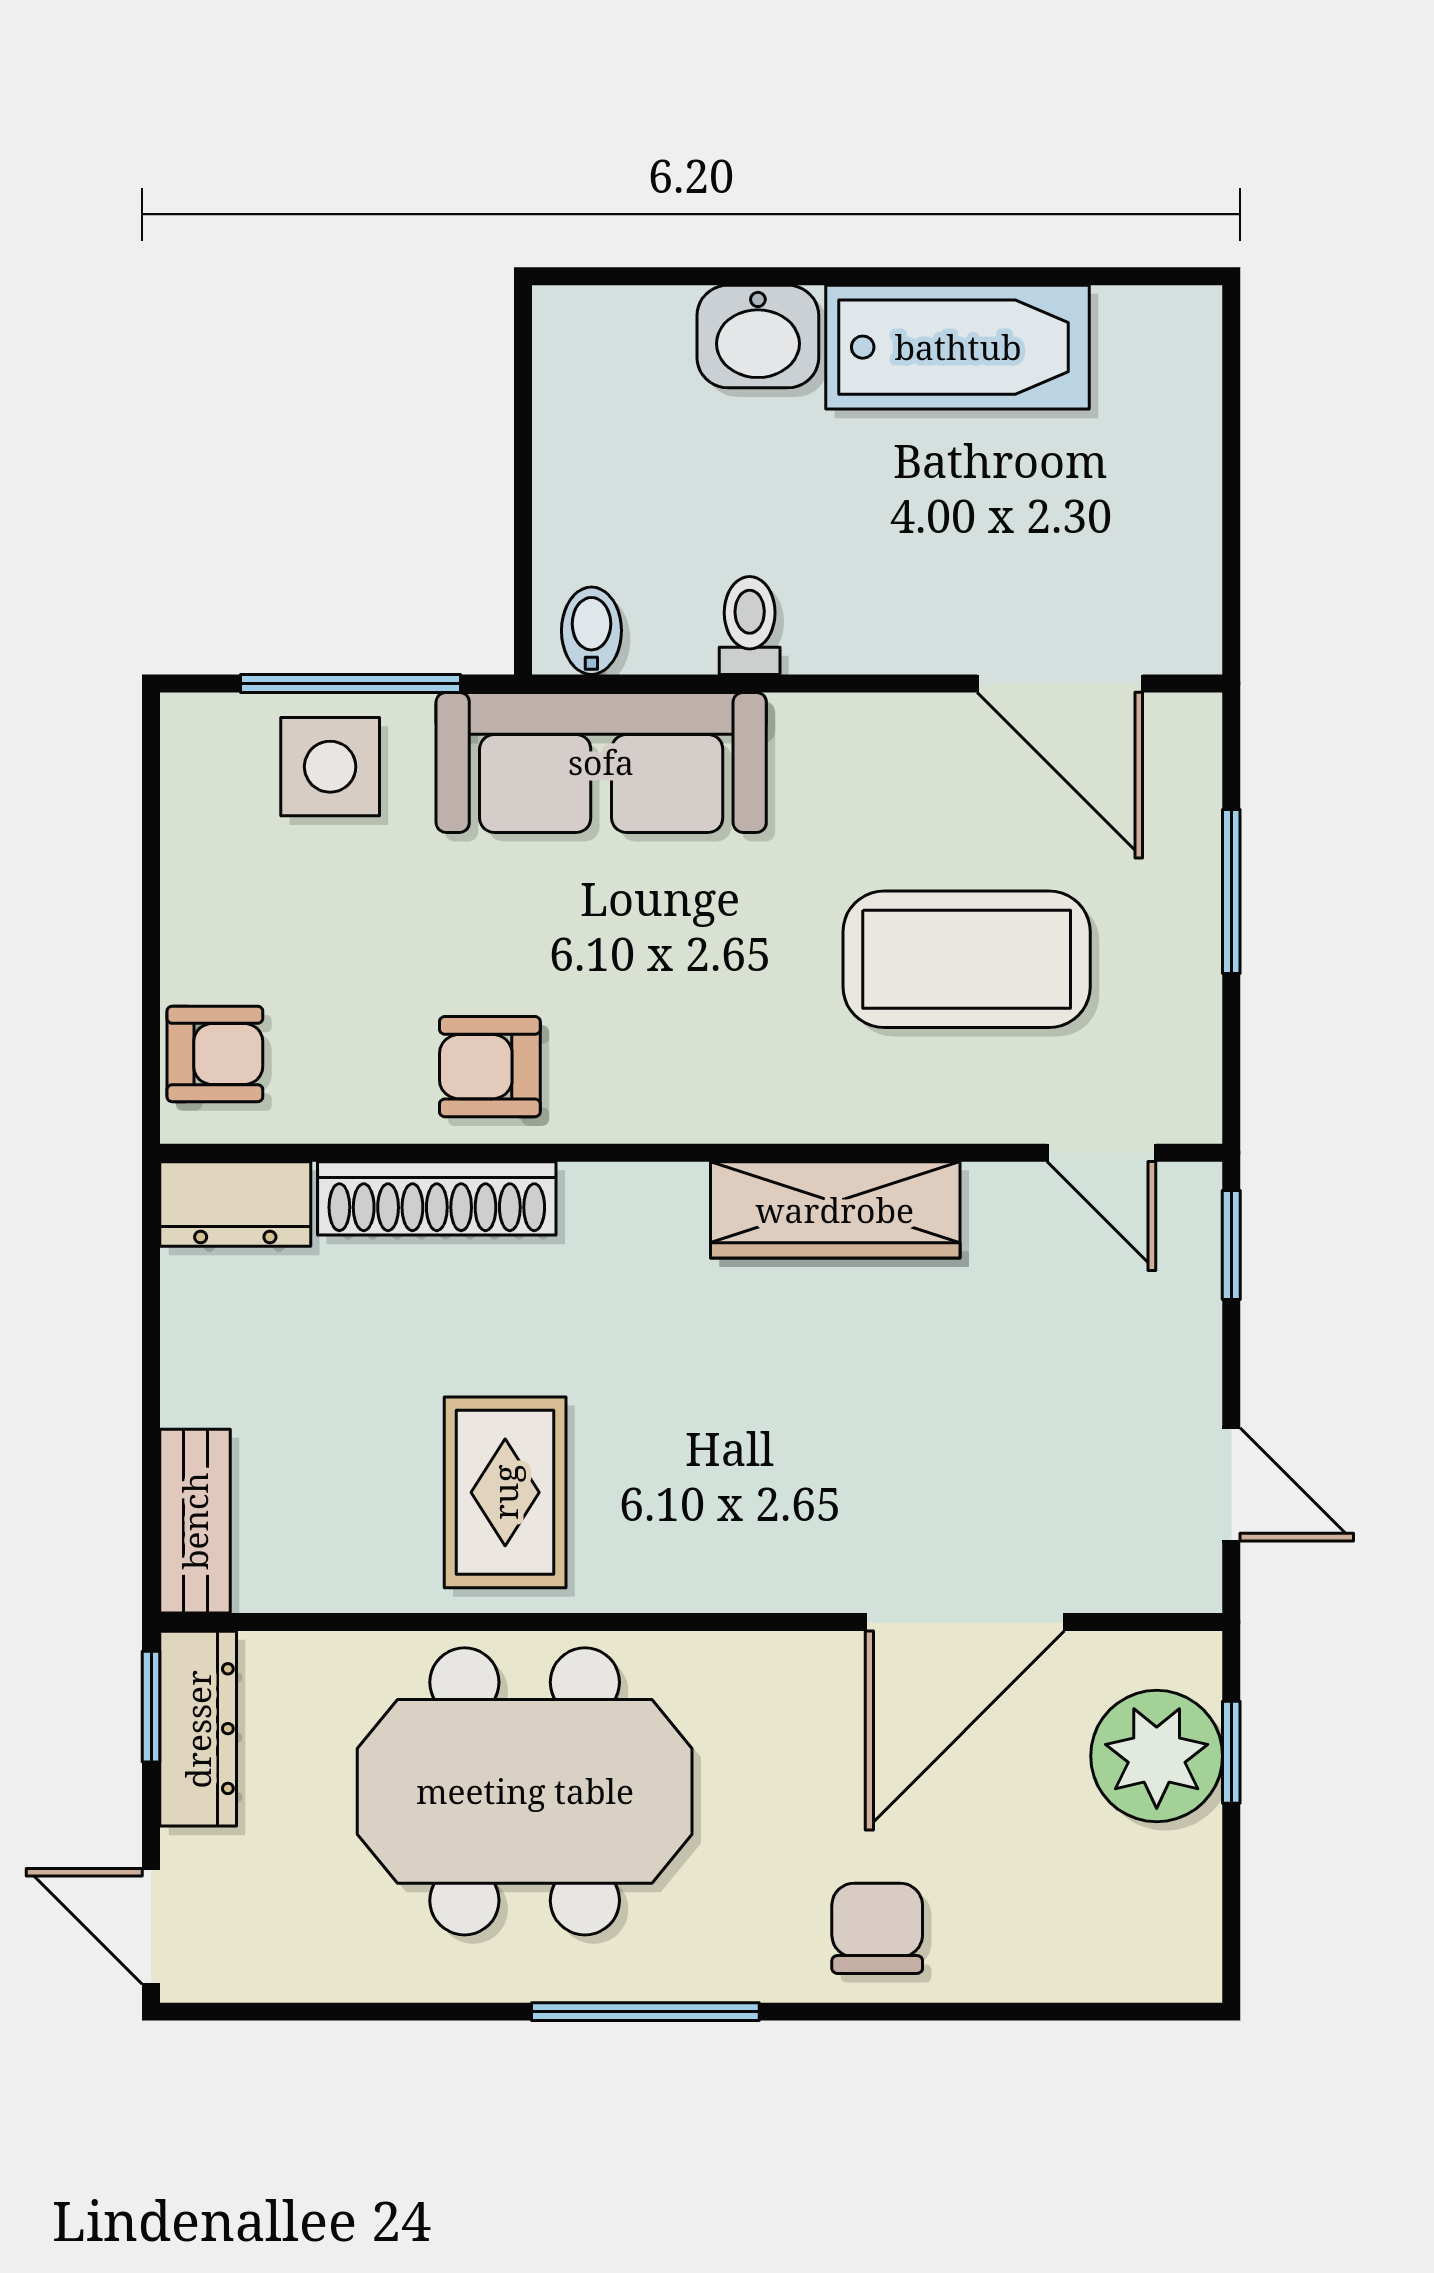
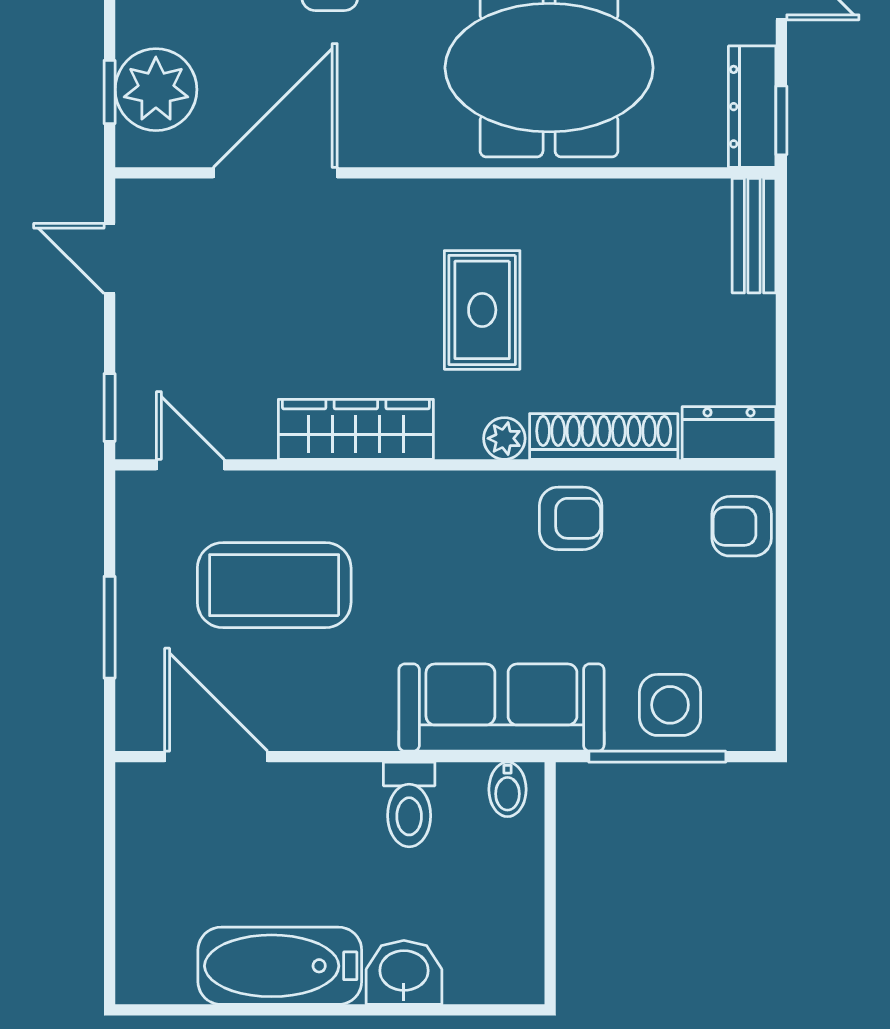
toilet: (750, 625) -> (409, 804), width x1.37, depth x1.39
plant: (596, 1195) -> (504, 438), added
rug: (505, 1492) -> (482, 310), moved

